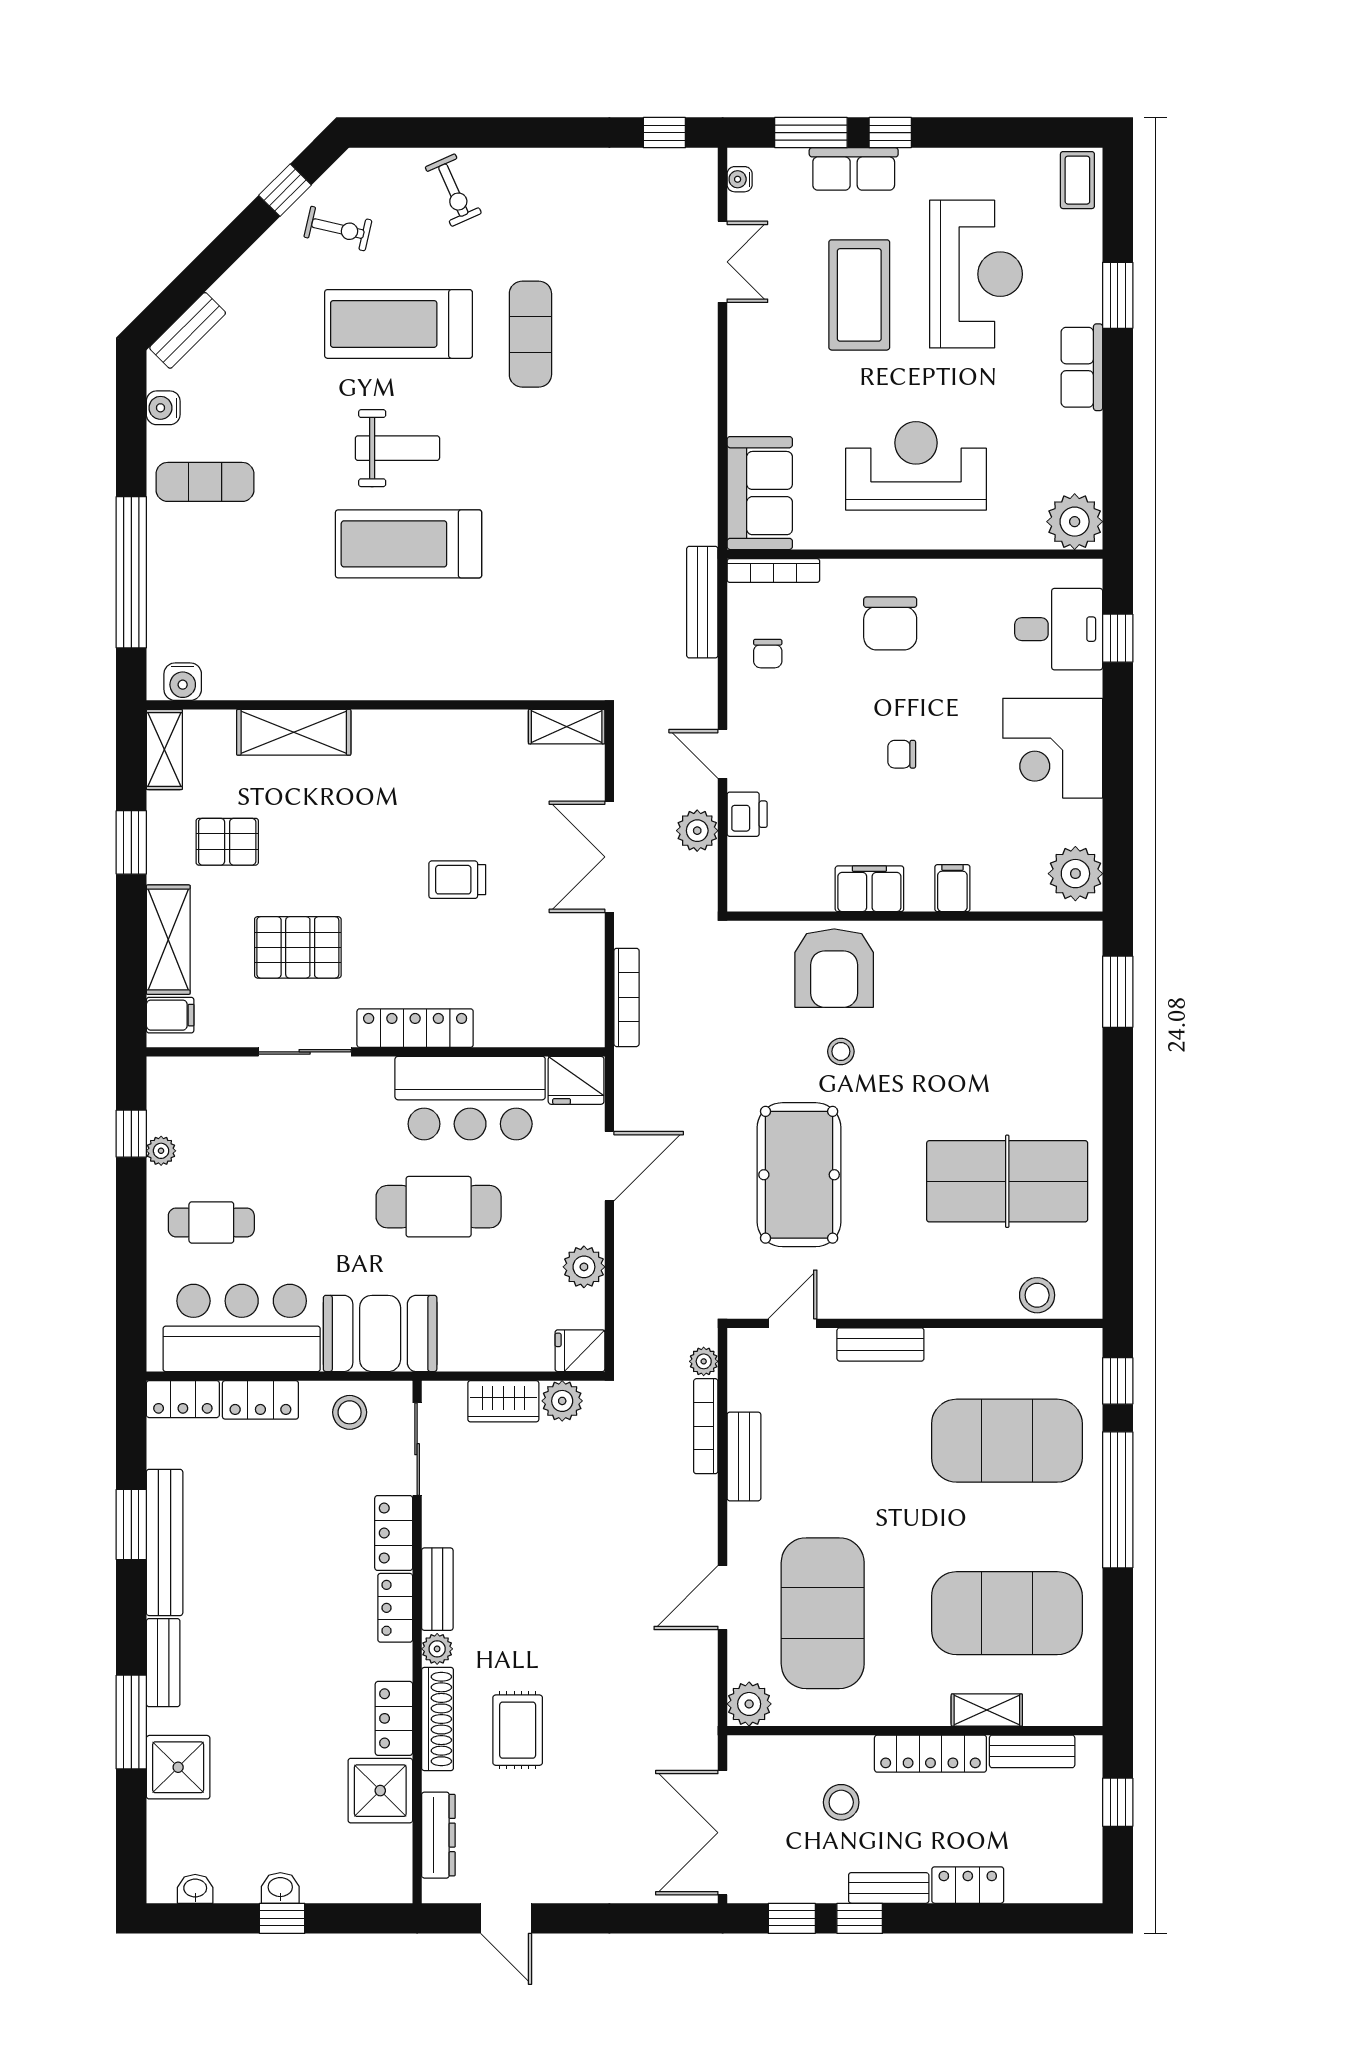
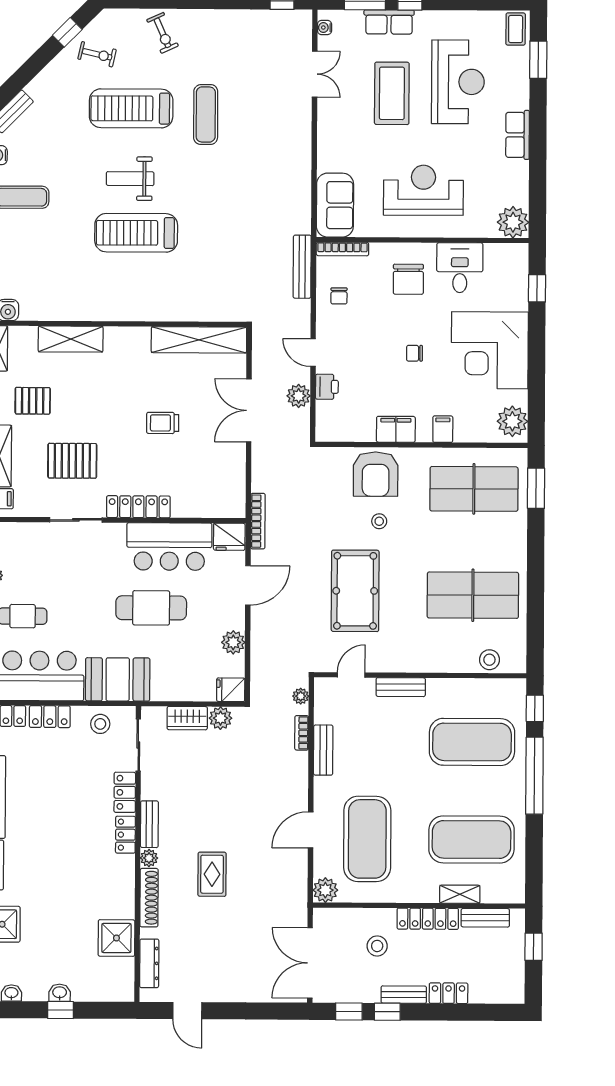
window: (1118, 295) -> (538, 60), moved
weight bench: (397, 448) -> (130, 179), turned 180
desk: (1059, 629) -> (460, 268), moved, turned -90
shelving: (567, 727) -> (199, 340), width x2.20, depth x1.33
corner desk: (1053, 748) -> (490, 350), width x1.36, depth x1.36
table tennis table: (1008, 993) -> (474, 489), added
bookcase: (626, 997) -> (258, 521), moved
bookcase: (706, 1426) -> (302, 733), width x0.64
locker: (394, 1718) -> (124, 897), removed
rug: (518, 1730) -> (212, 874), moved

